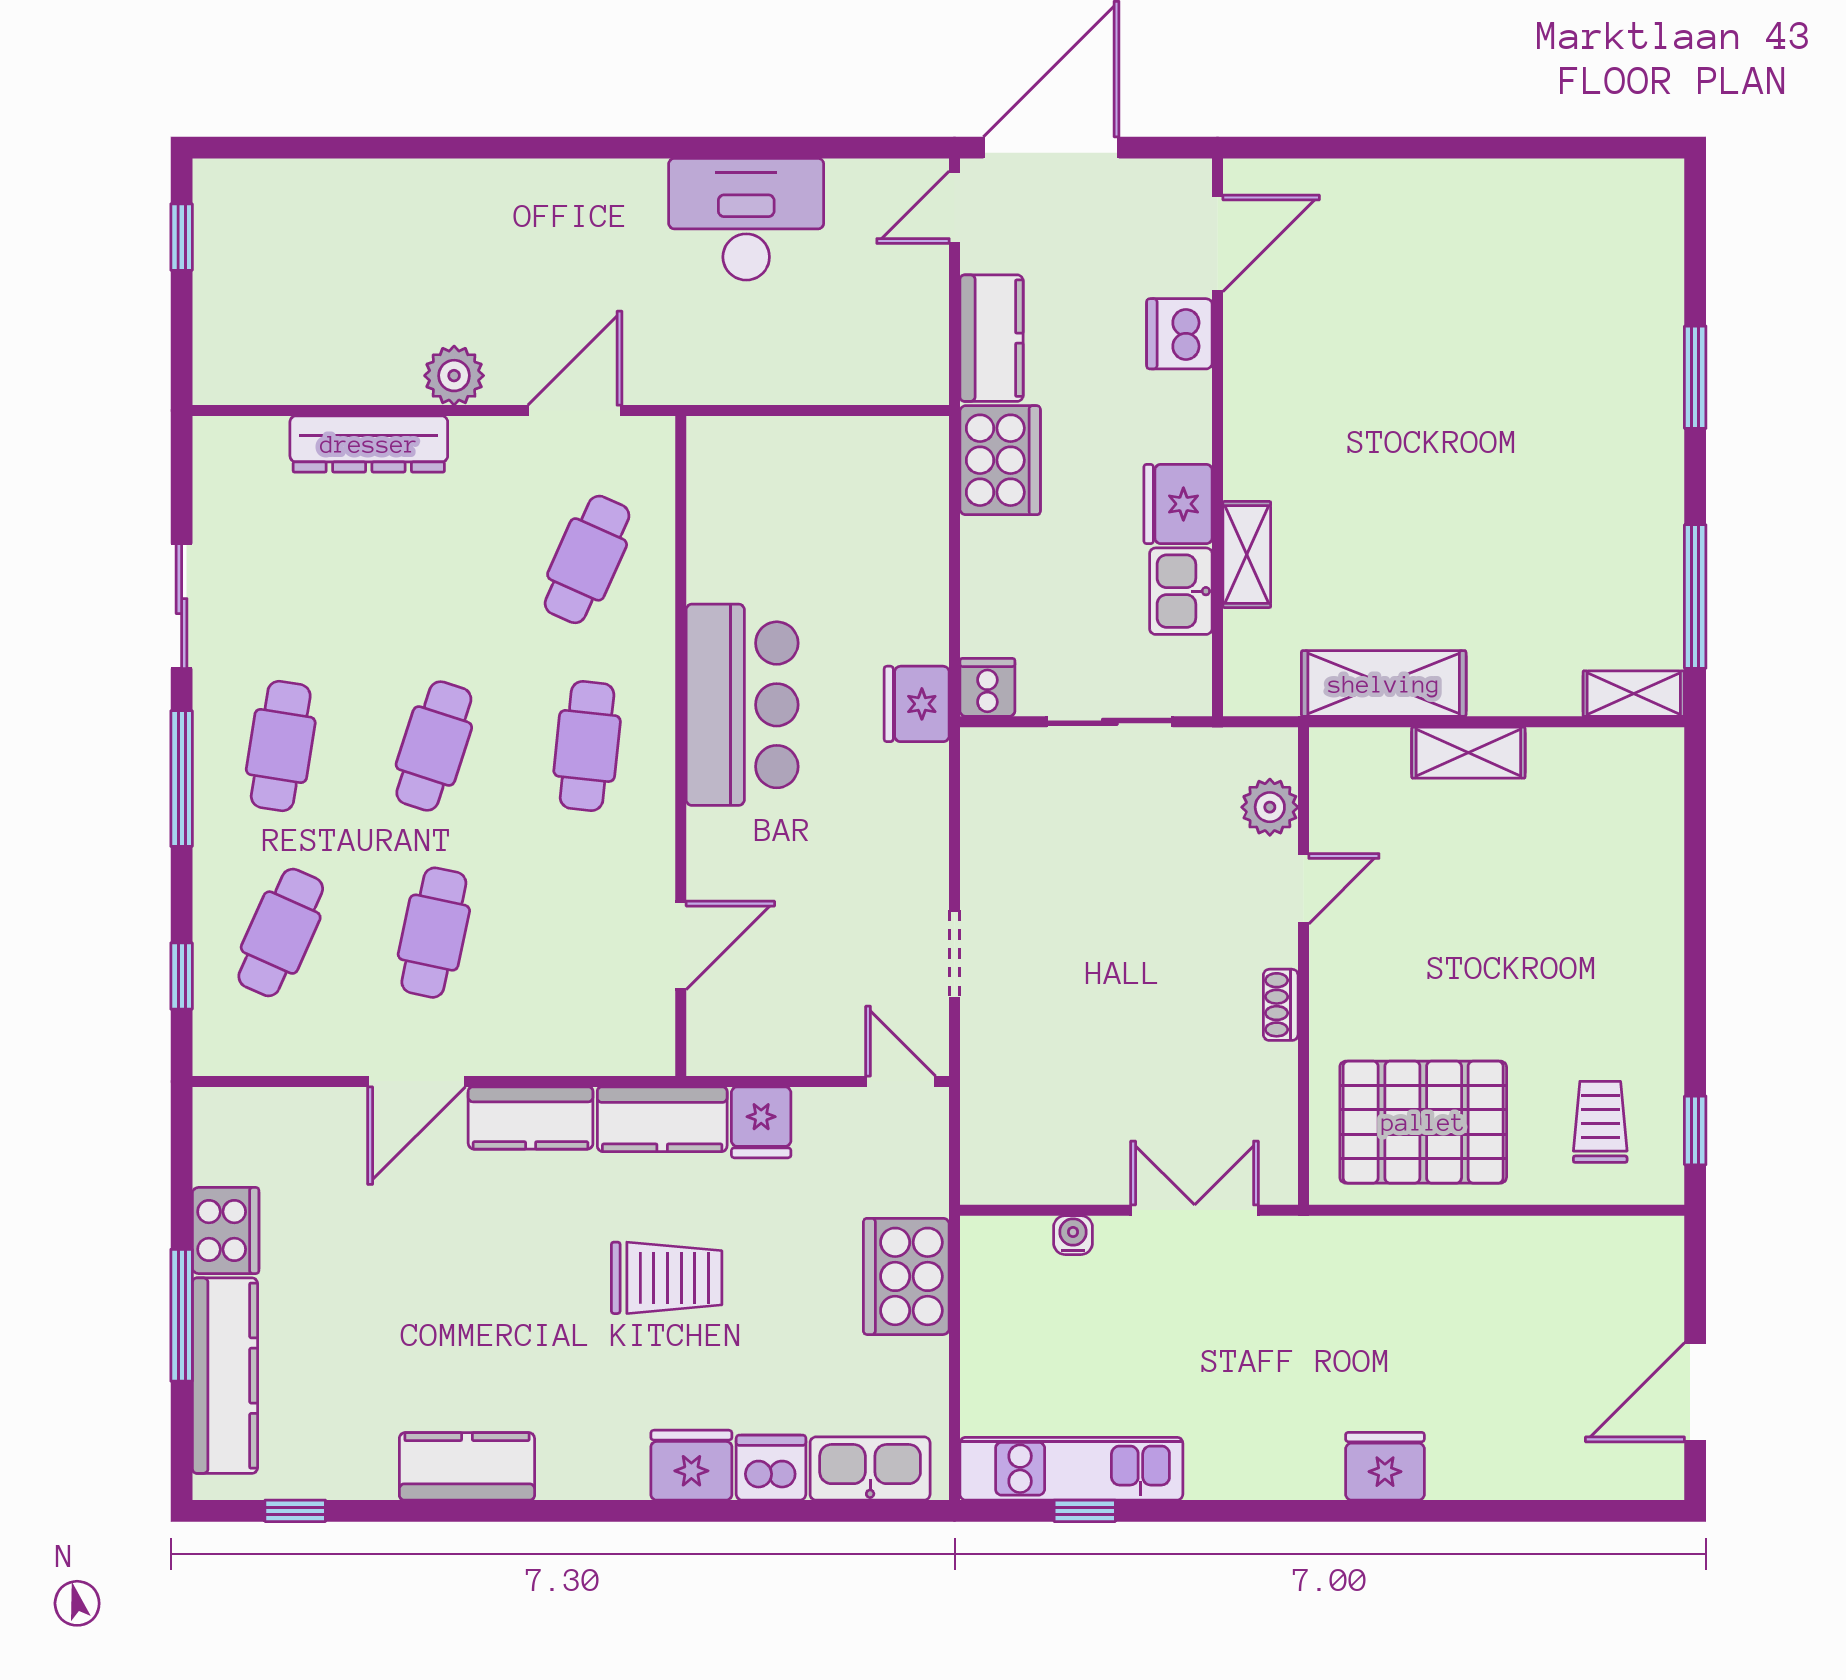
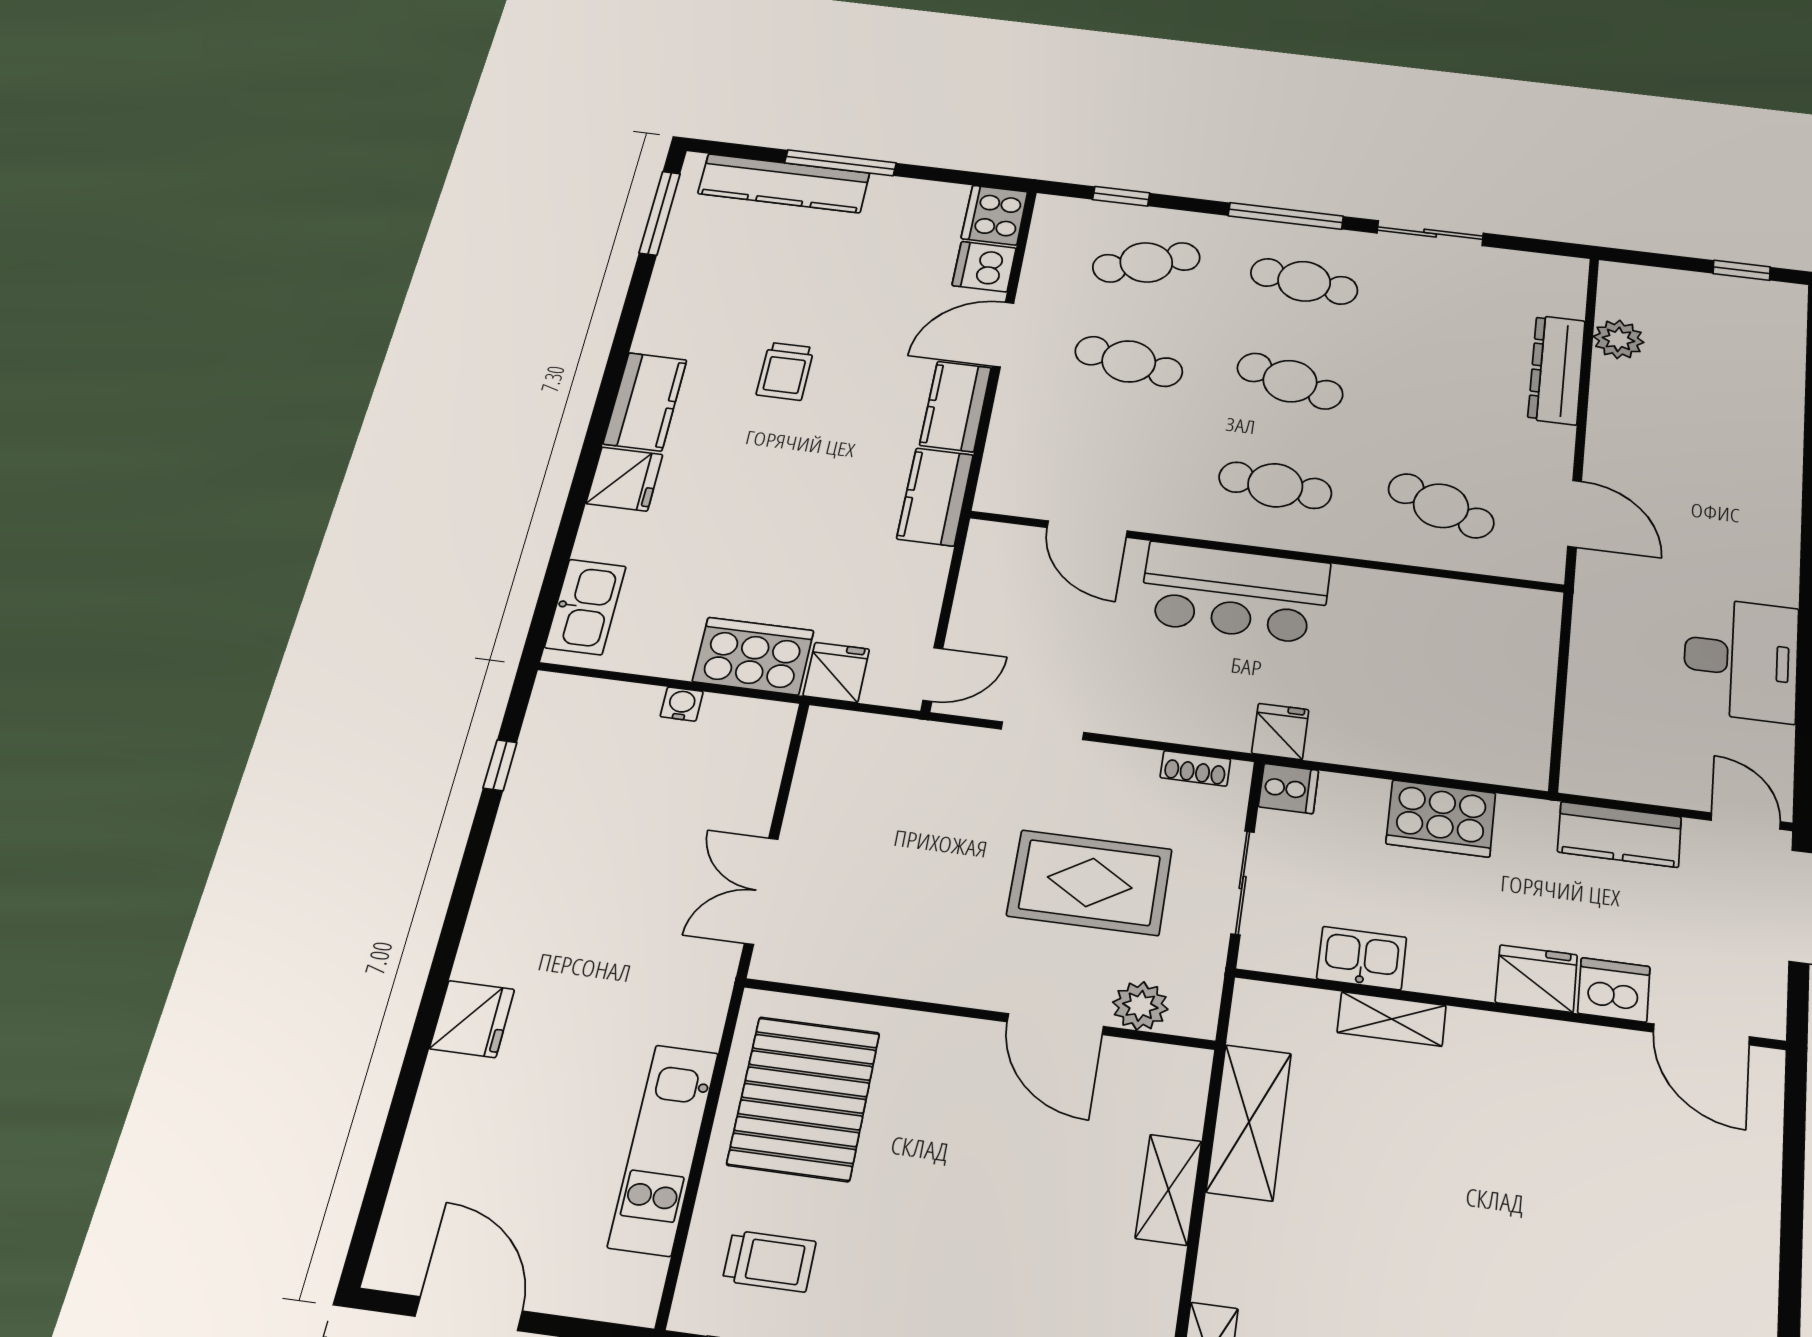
plant: (454, 376) -> (1618, 339), moved
cooker: (1000, 460) -> (1441, 818), moved
fridge: (1178, 504) -> (1536, 979), moved
fridge: (917, 704) -> (1280, 731), width x0.72
bar counter: (742, 705) -> (1235, 593), moved
rug: (1134, 878) -> (1090, 882), added
door: (1303, 889) -> (1055, 1024), width x1.38
cafe table: (281, 933) -> (1146, 262), turned -45
shoe rack: (1281, 1005) -> (1195, 768), moved, turned 180
door: (417, 1081) -> (1003, 334), hinge flipped
fridge: (761, 1122) -> (836, 672), moved, turned 90
double door: (1195, 1210) -> (761, 891), swing flipped
cooker: (226, 1231) -> (995, 215), moved, turned 90
water cooler: (1073, 1235) -> (682, 704), moved, turned -90
trolley: (667, 1278) -> (785, 371), moved, width x0.73, depth x0.72
kitchen counter: (467, 1466) -> (645, 402), moved
dishwasher: (771, 1468) -> (984, 267), moved, turned 180
kitchen unit: (1071, 1469) -> (663, 1149), moved, turned 180
window: (295, 1511) -> (660, 213), width x2.17

